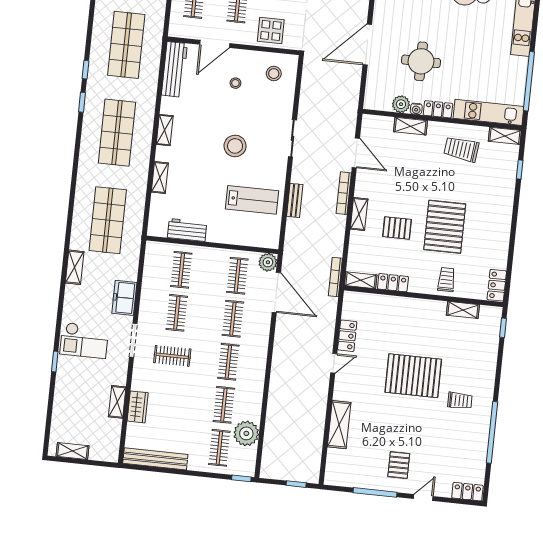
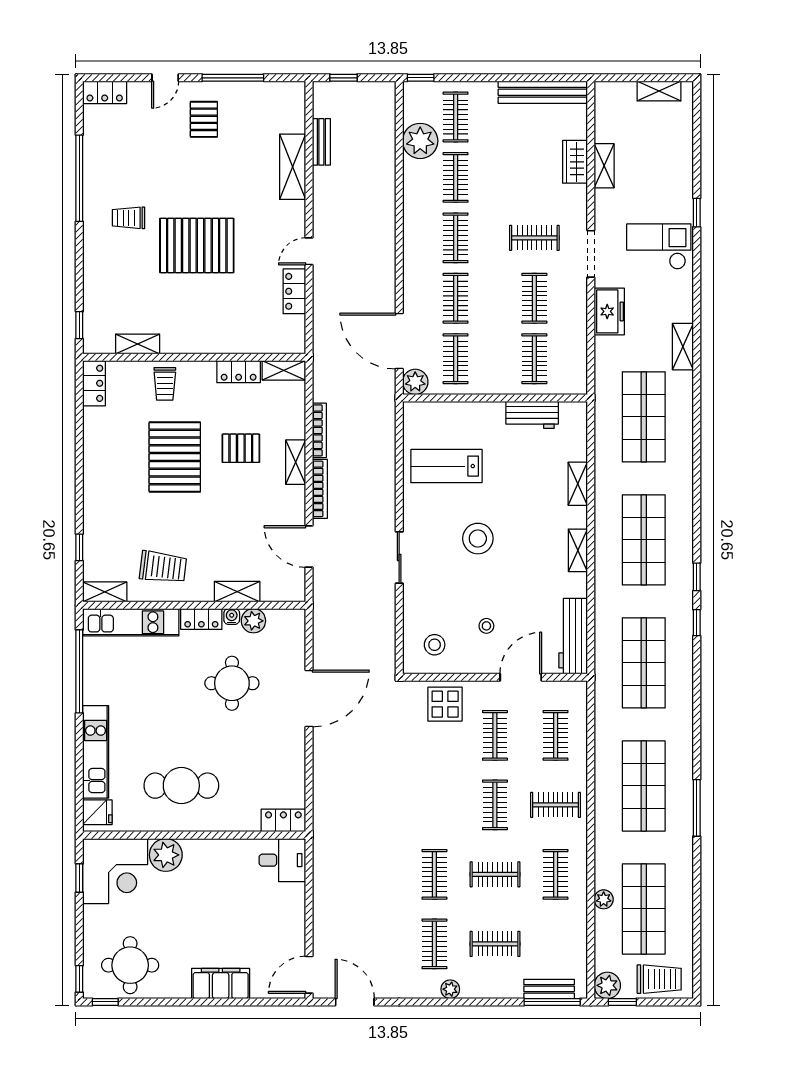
bench: (295, 200) -> (321, 142), moved
bookcase: (335, 277) -> (319, 430), moved

